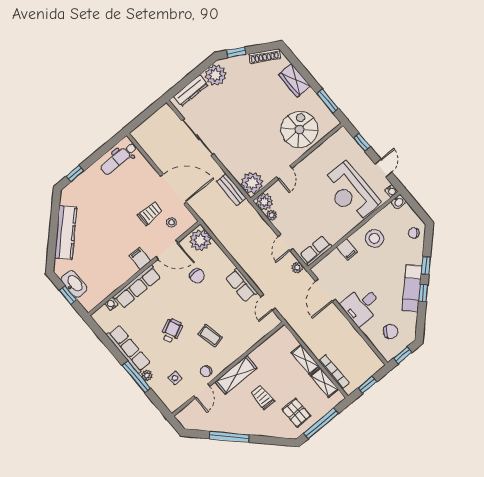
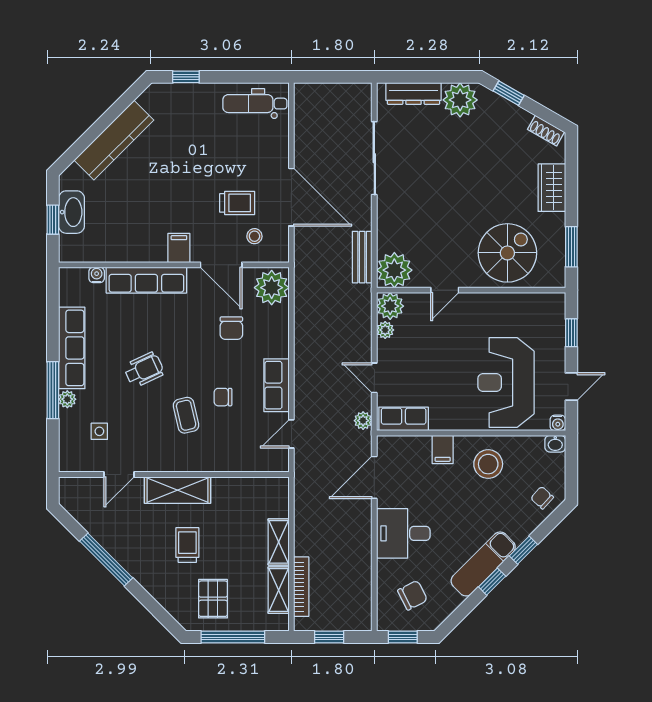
shoe rack: (265, 56) -> (546, 131), width x0.70
door: (285, 243) -> (374, 378), hinge flipped
chair: (391, 331) -> (413, 595), turned -59
chair: (206, 371) -> (223, 397), moved

